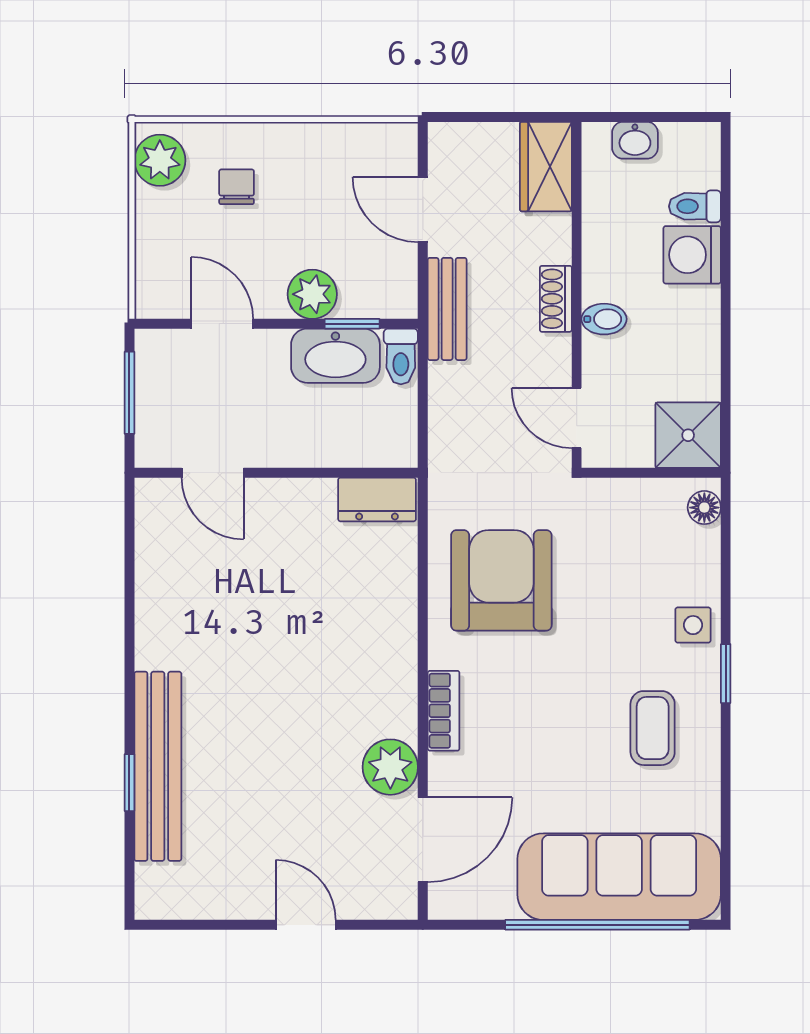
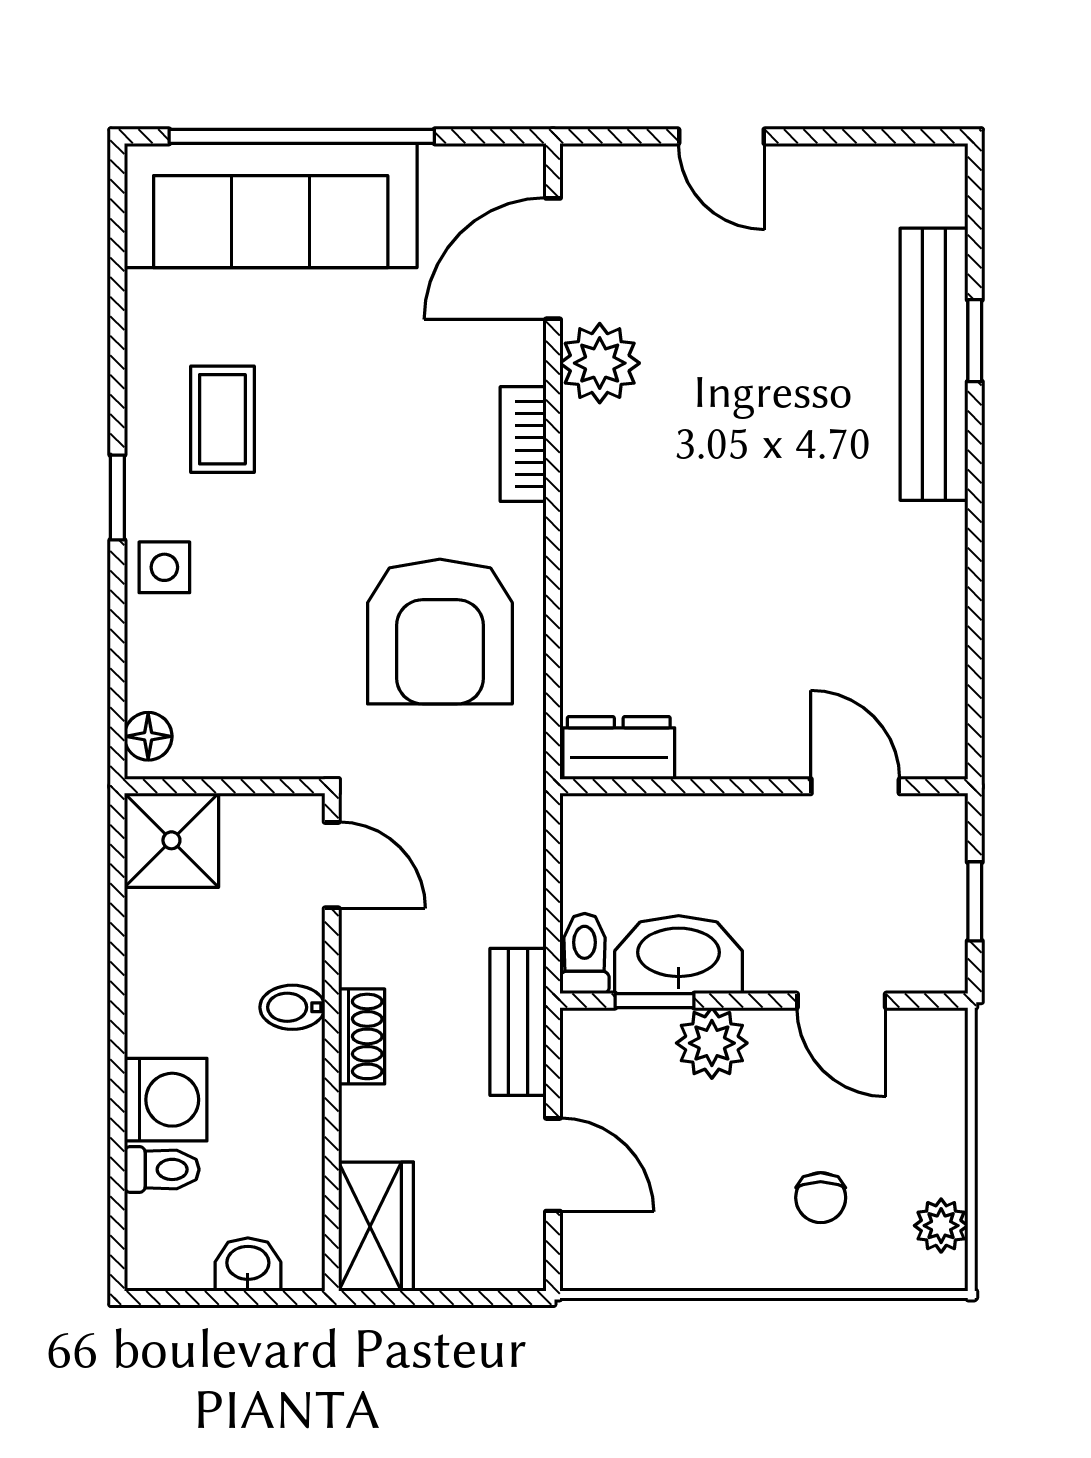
plant: (160, 160) -> (941, 1226), width x0.73, depth x0.73
window: (129, 393) -> (975, 901), width x0.67

